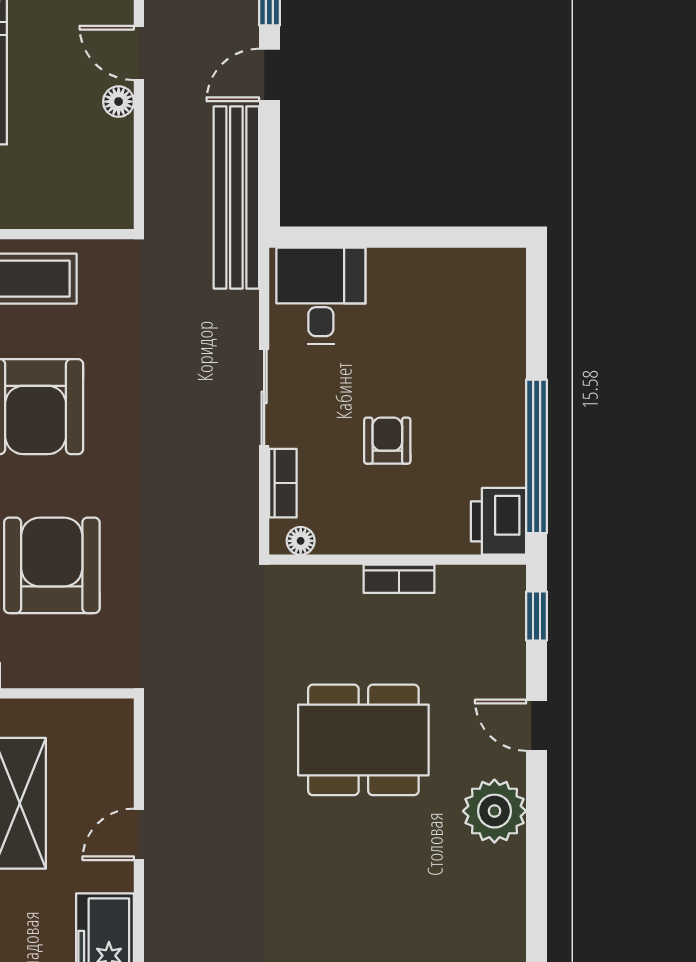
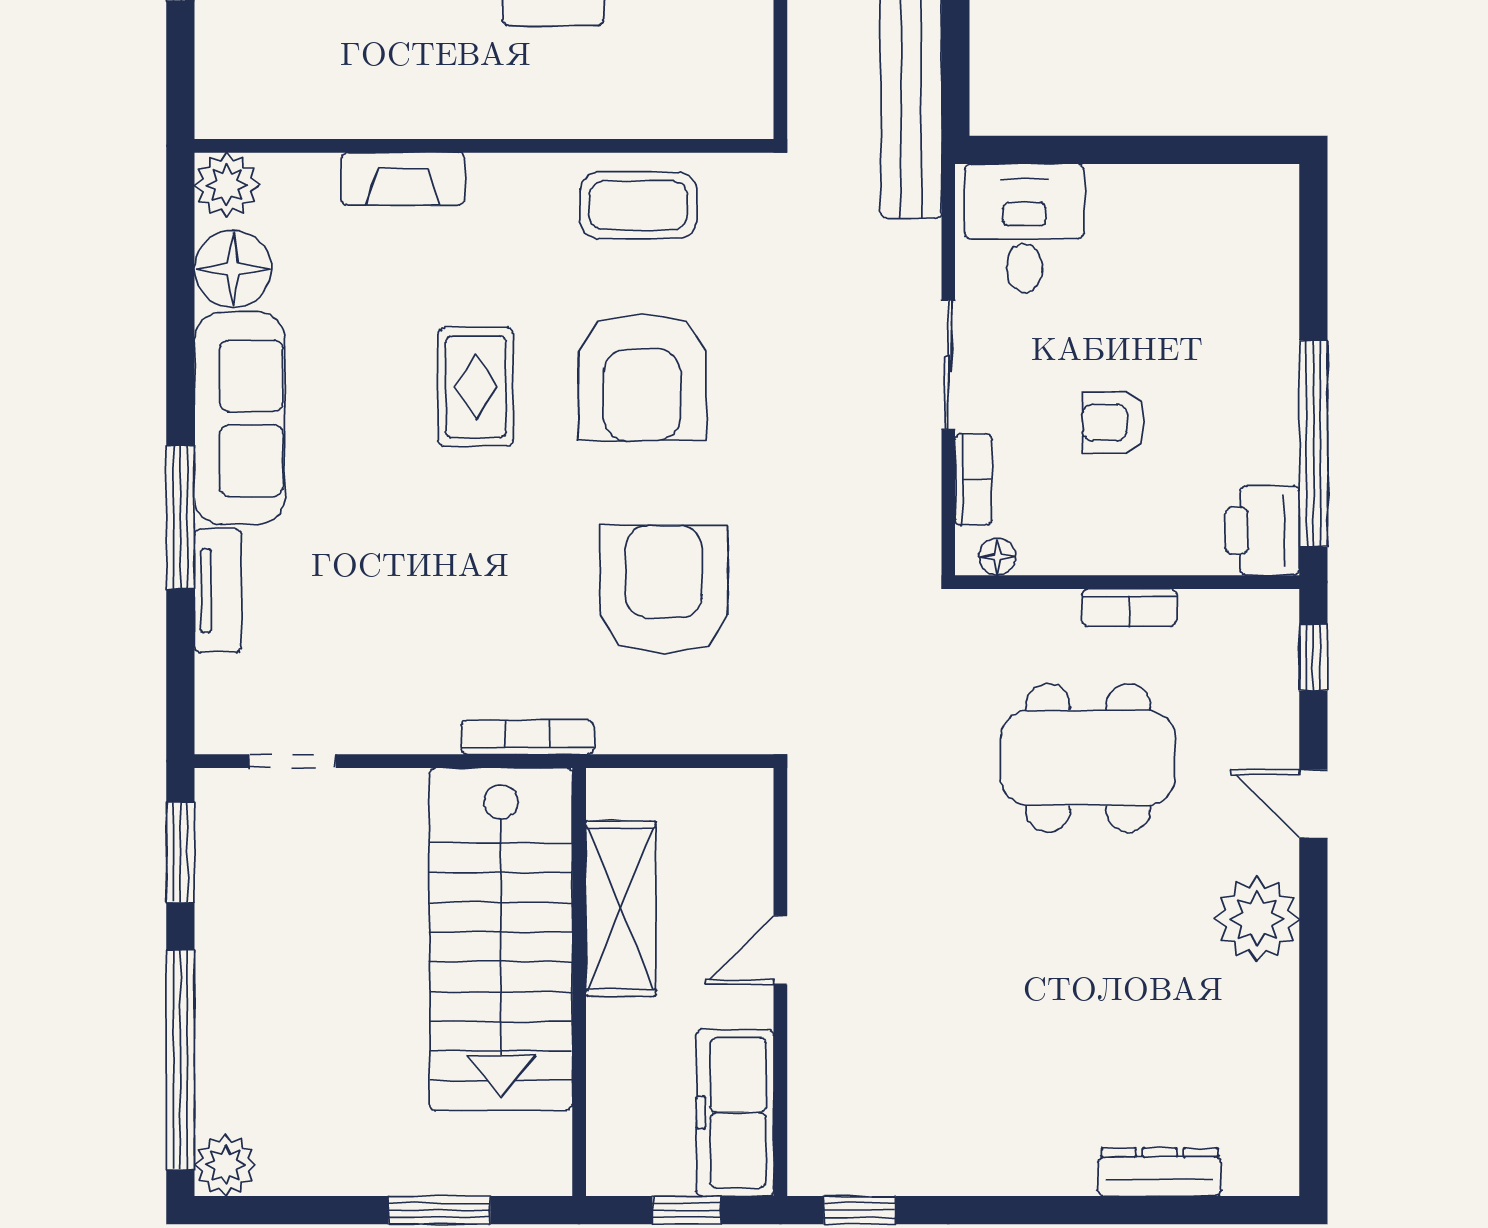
armchair: (387, 441) -> (1113, 422), turned -90
dining table: (363, 740) -> (1088, 758), moved

